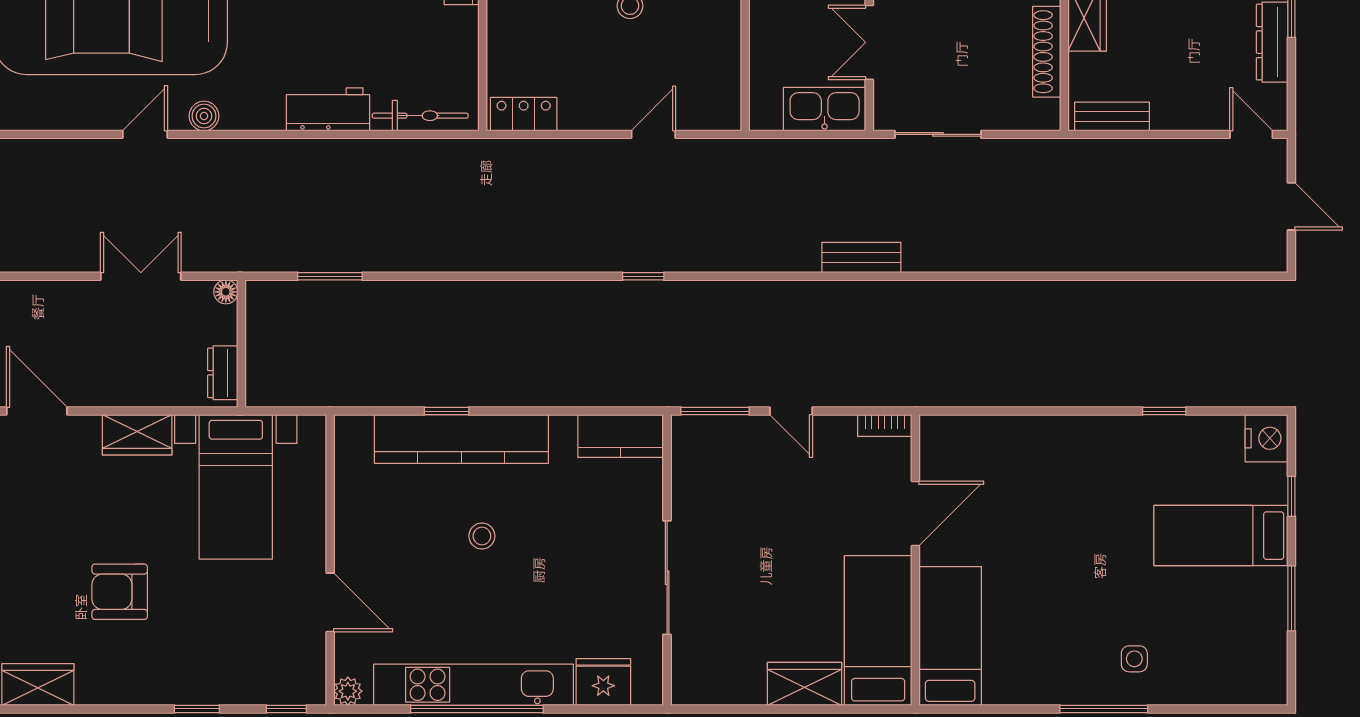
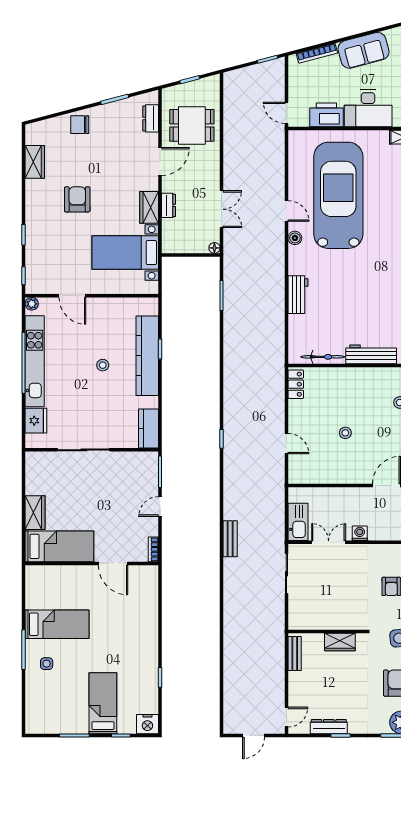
shoe rack: (1047, 52) -> (324, 624), removed
bicycle: (420, 116) -> (323, 357), moved, turned -90
dresser: (223, 373) -> (168, 205), moved, turned 90
door: (330, 602) -> (72, 296), hinge flipped
bed: (950, 636) -> (57, 624), moved

